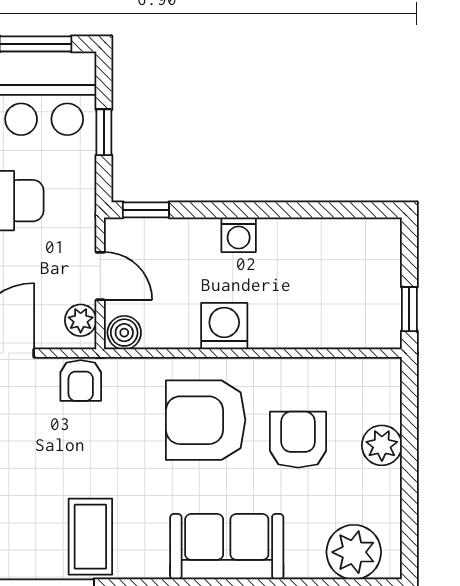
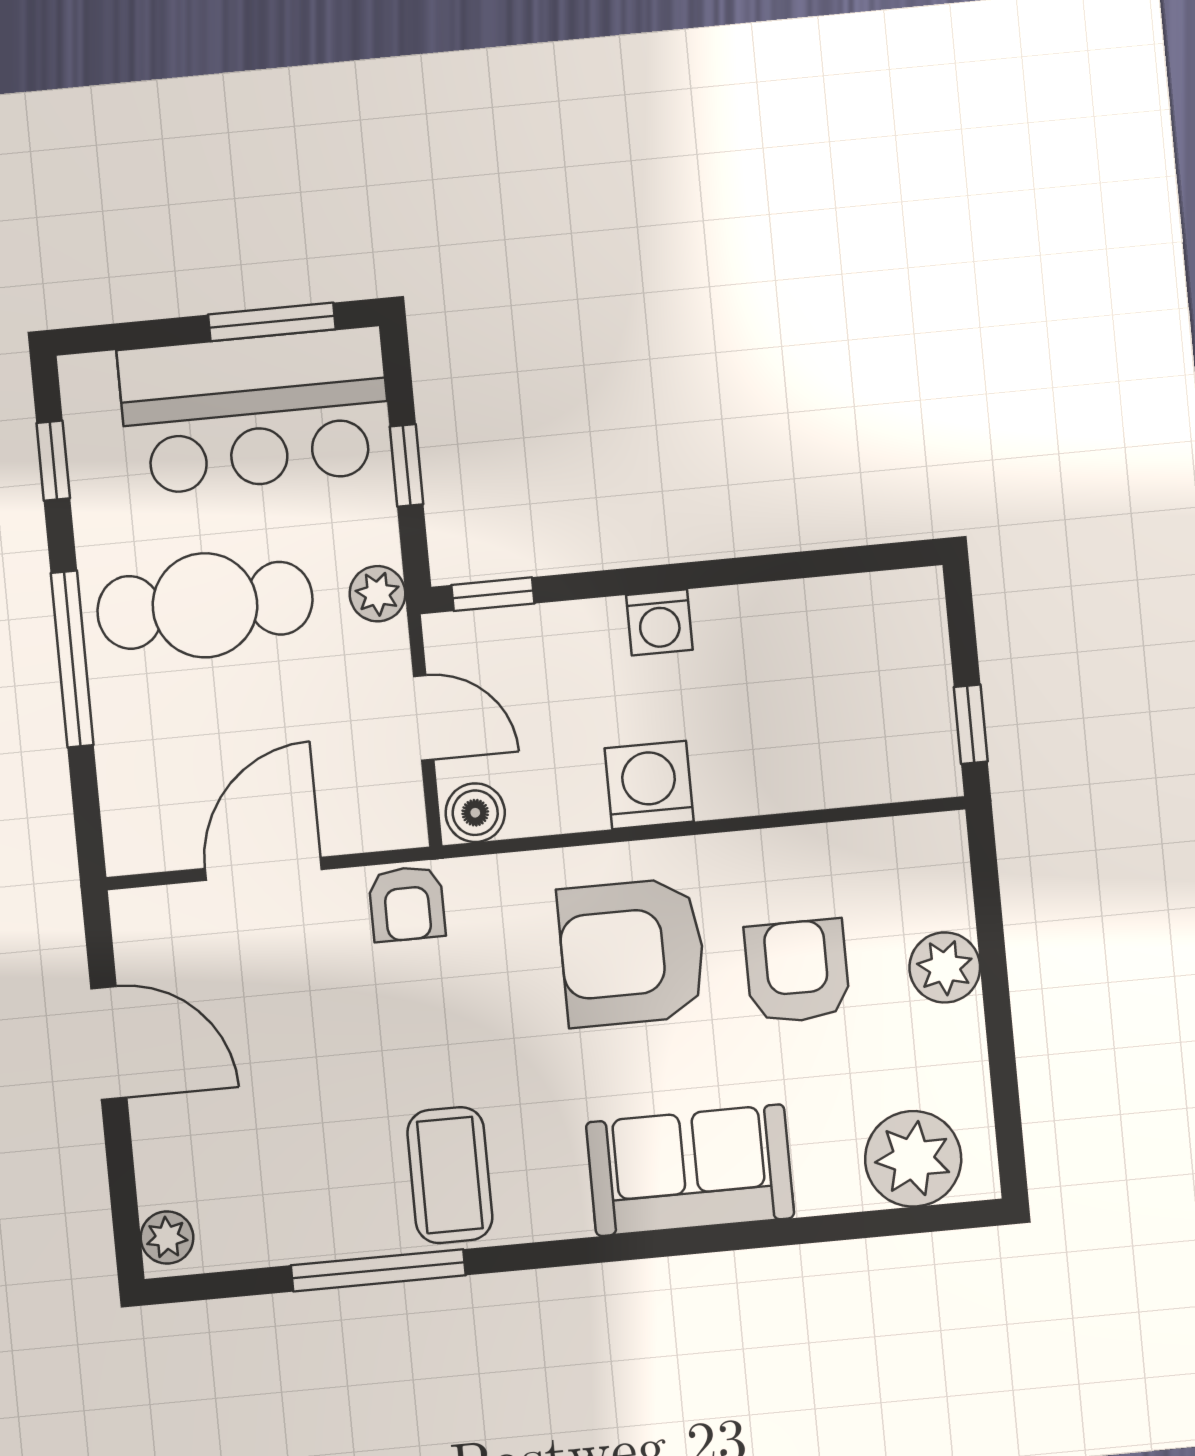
plant: (81, 320) -> (377, 594), moved

